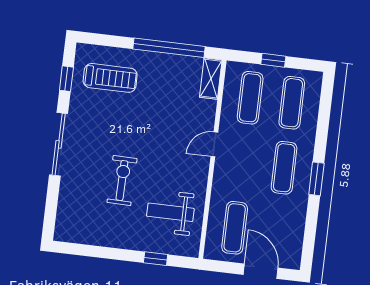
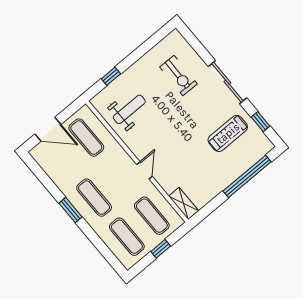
window: (169, 48) -> (247, 176), moved
treadmill: (110, 78) -> (228, 133), moved
exercise bike: (122, 181) -> (178, 76), moved

